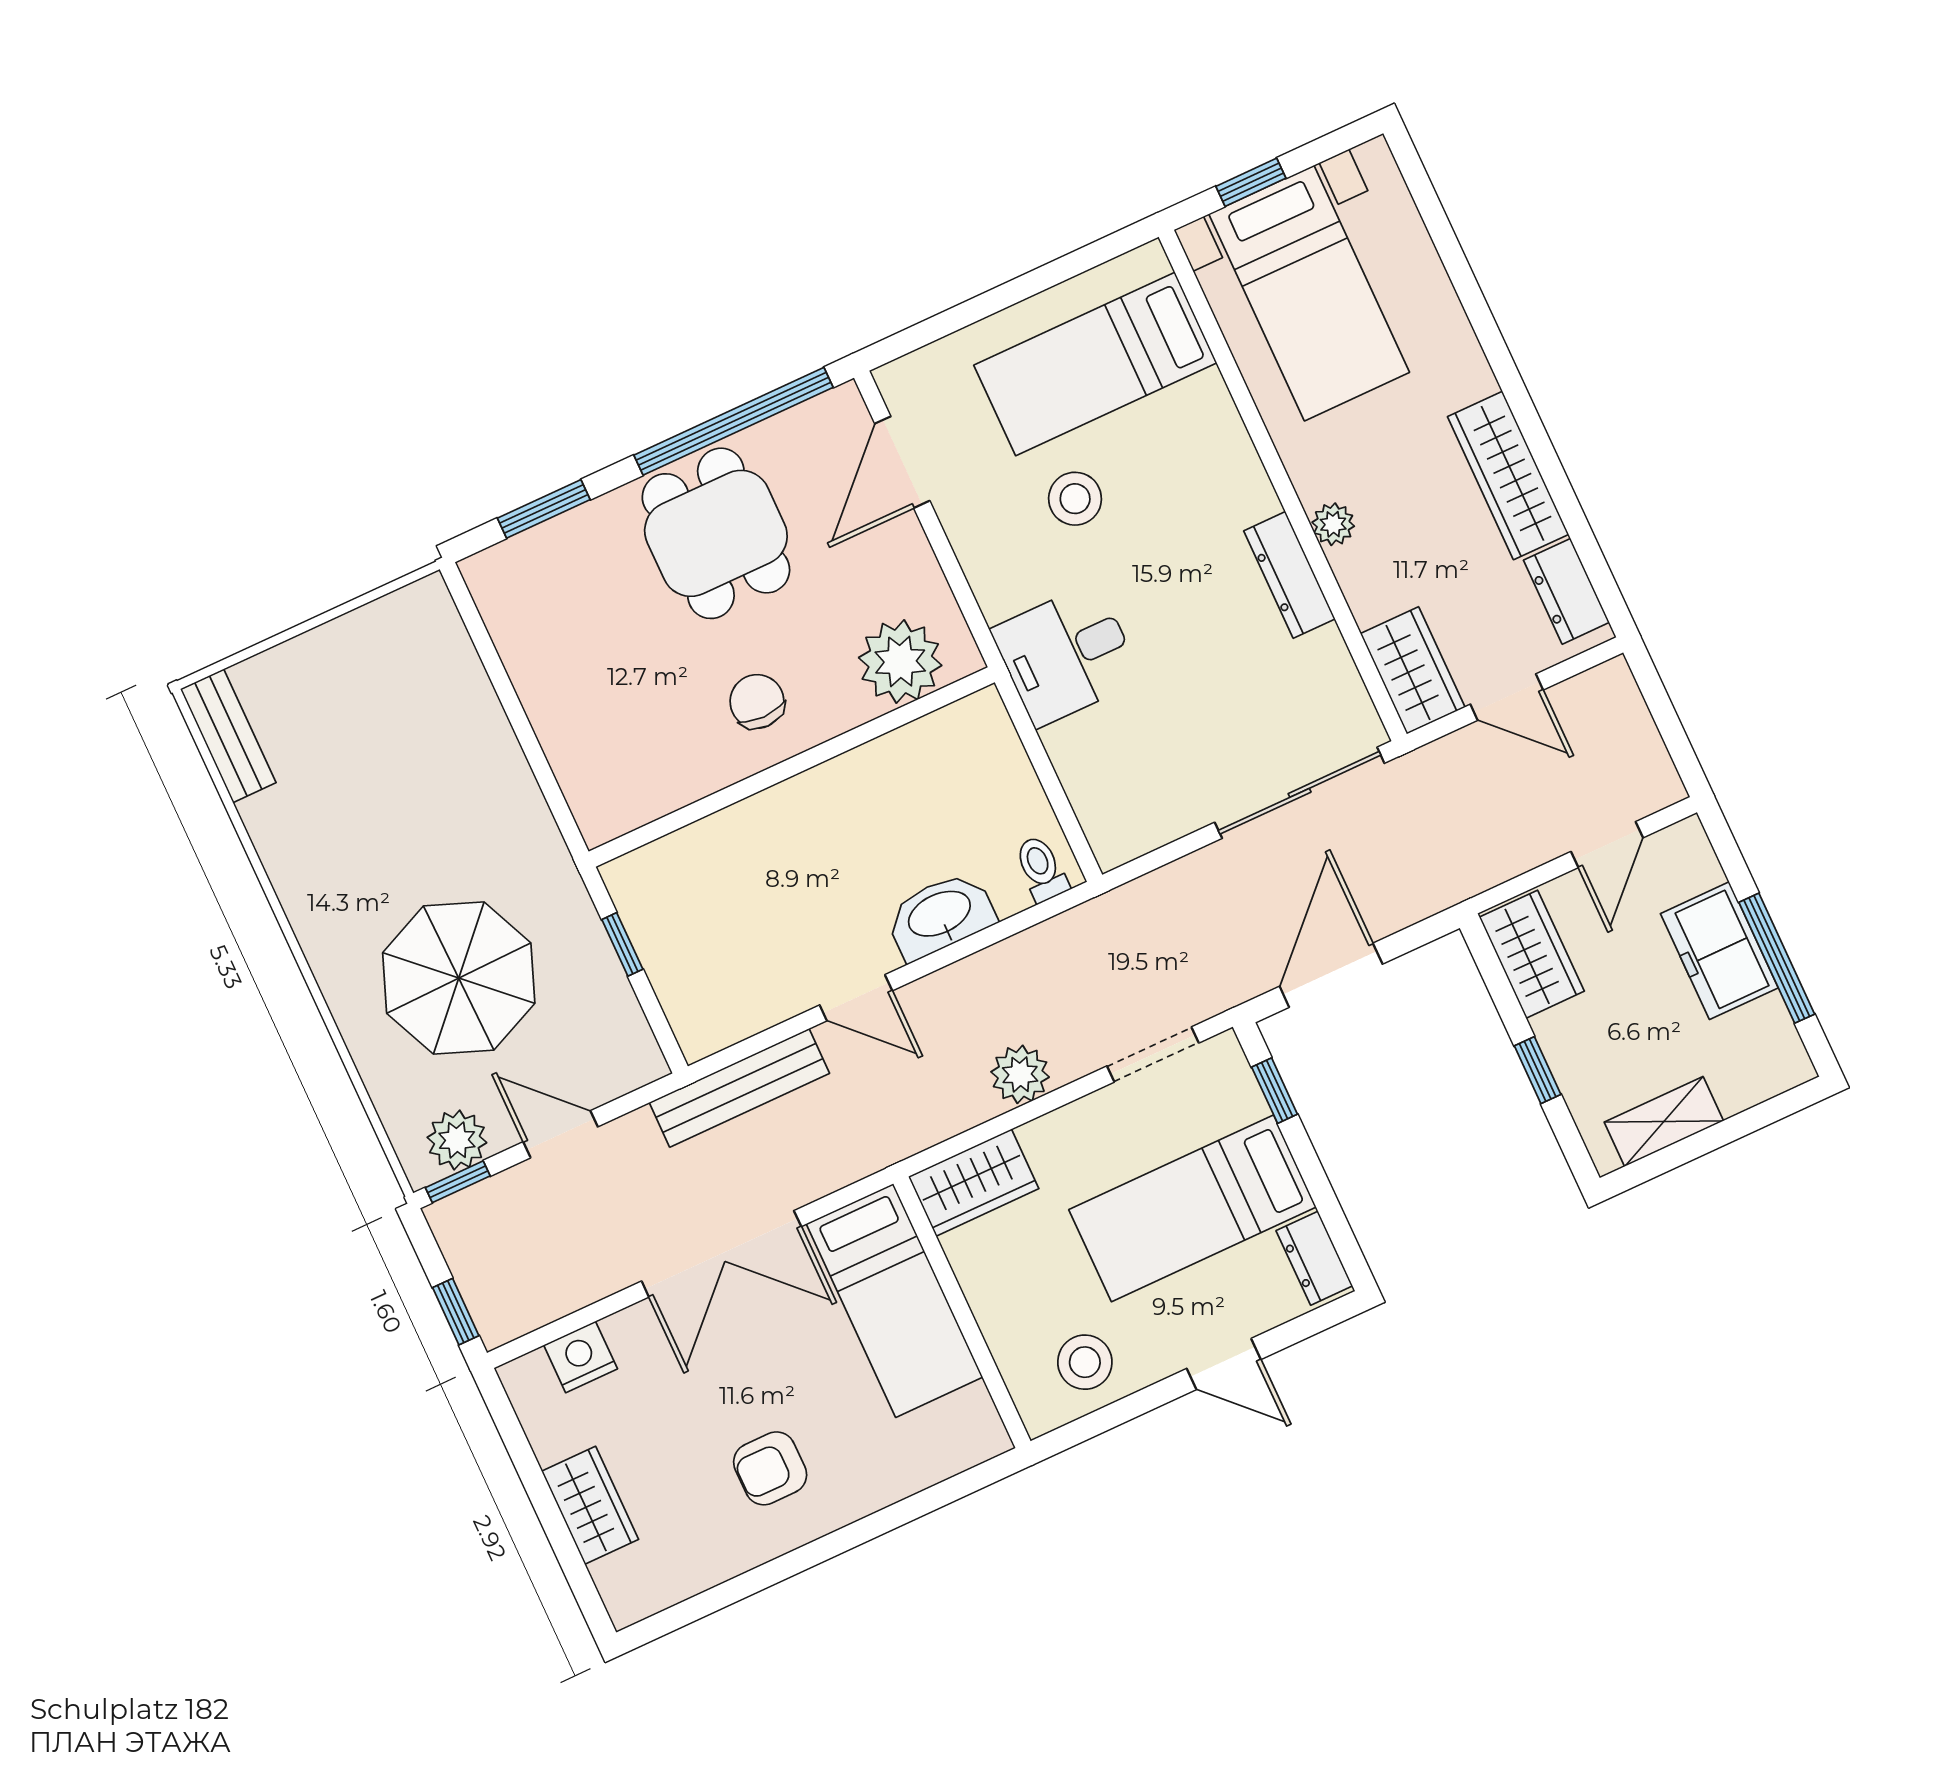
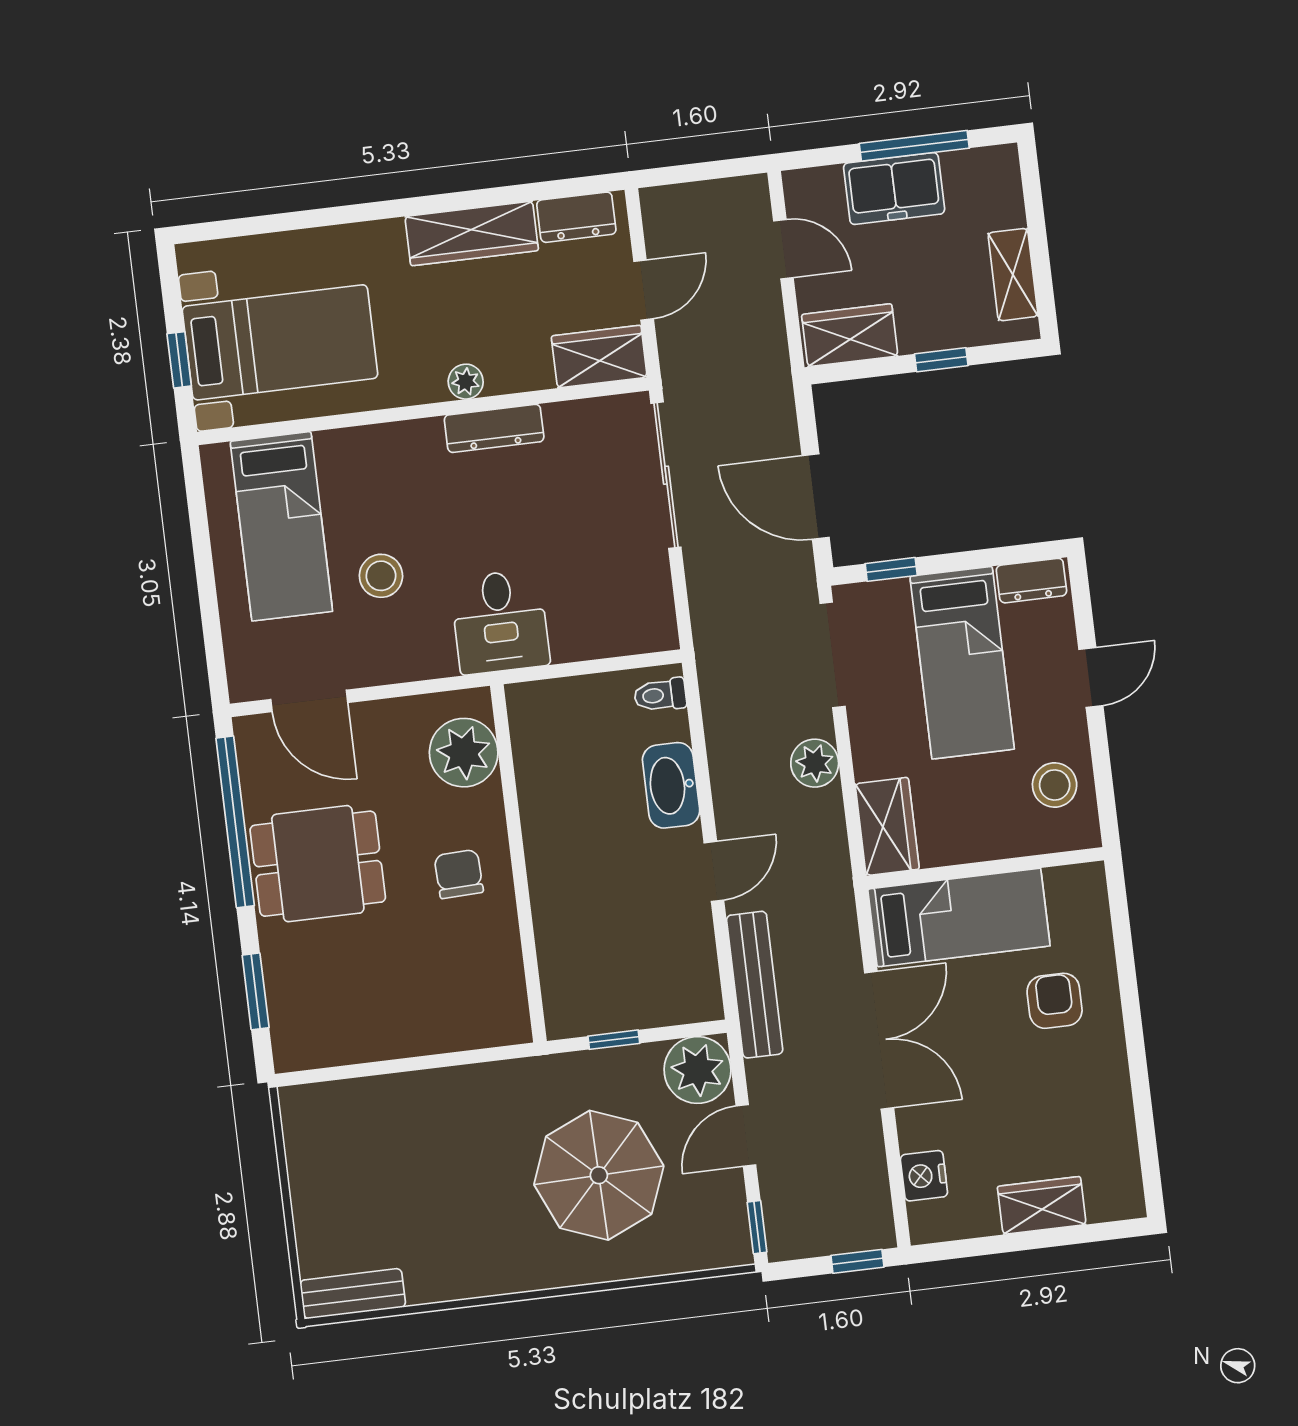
chair: (757, 701) -> (459, 874), turned 88
doorway: (1153, 1054) -> (833, 655), width x1.38
plant: (457, 1140) -> (697, 1070), moved, width x1.36, depth x1.36
armchair: (770, 1468) -> (1055, 1001), moved, turned 180

